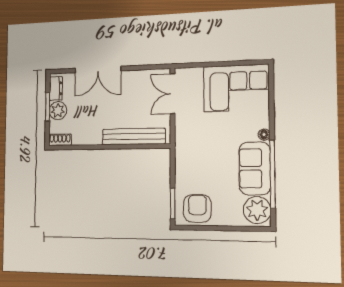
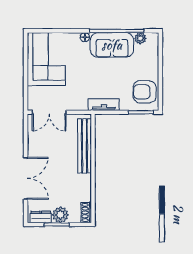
tv unit: (182, 159) -> (104, 105), added
plant: (257, 210) -> (140, 38), width x0.53, depth x0.53

